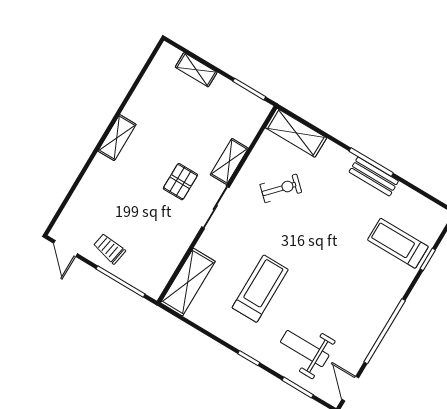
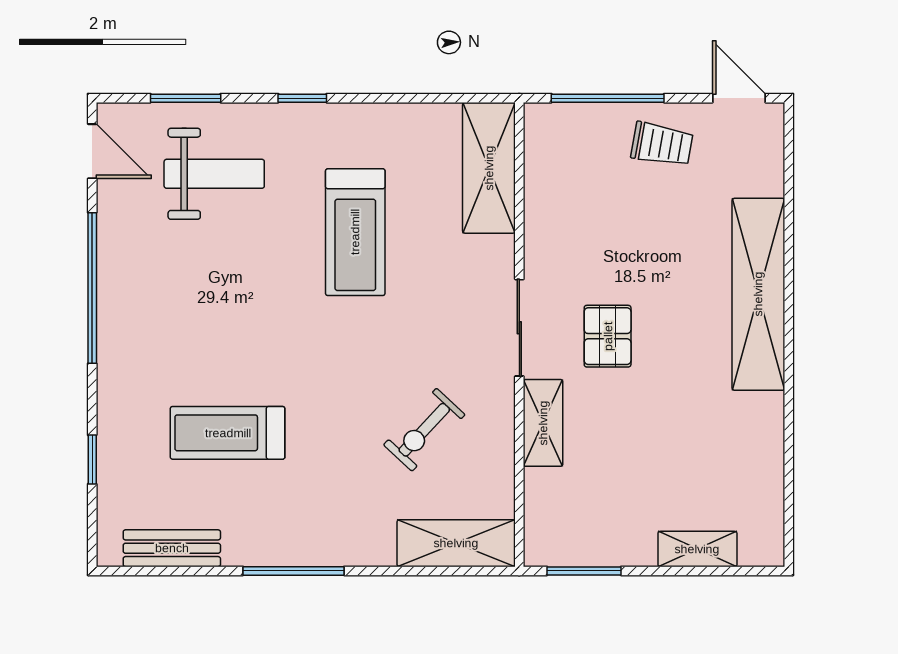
shelving: (117, 138) -> (758, 294), width x2.20, depth x1.33
bench: (374, 176) -> (172, 548), moved
treadmill: (398, 243) -> (228, 433), moved, turned 180

